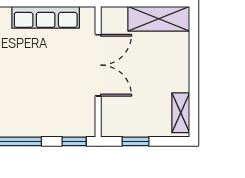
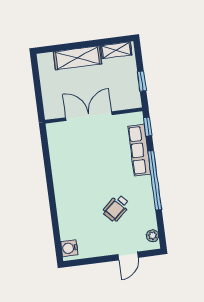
row of seats: (46, 17) -> (139, 150), moved, turned 180
shelving: (159, 19) -> (77, 58), moved, turned 90

